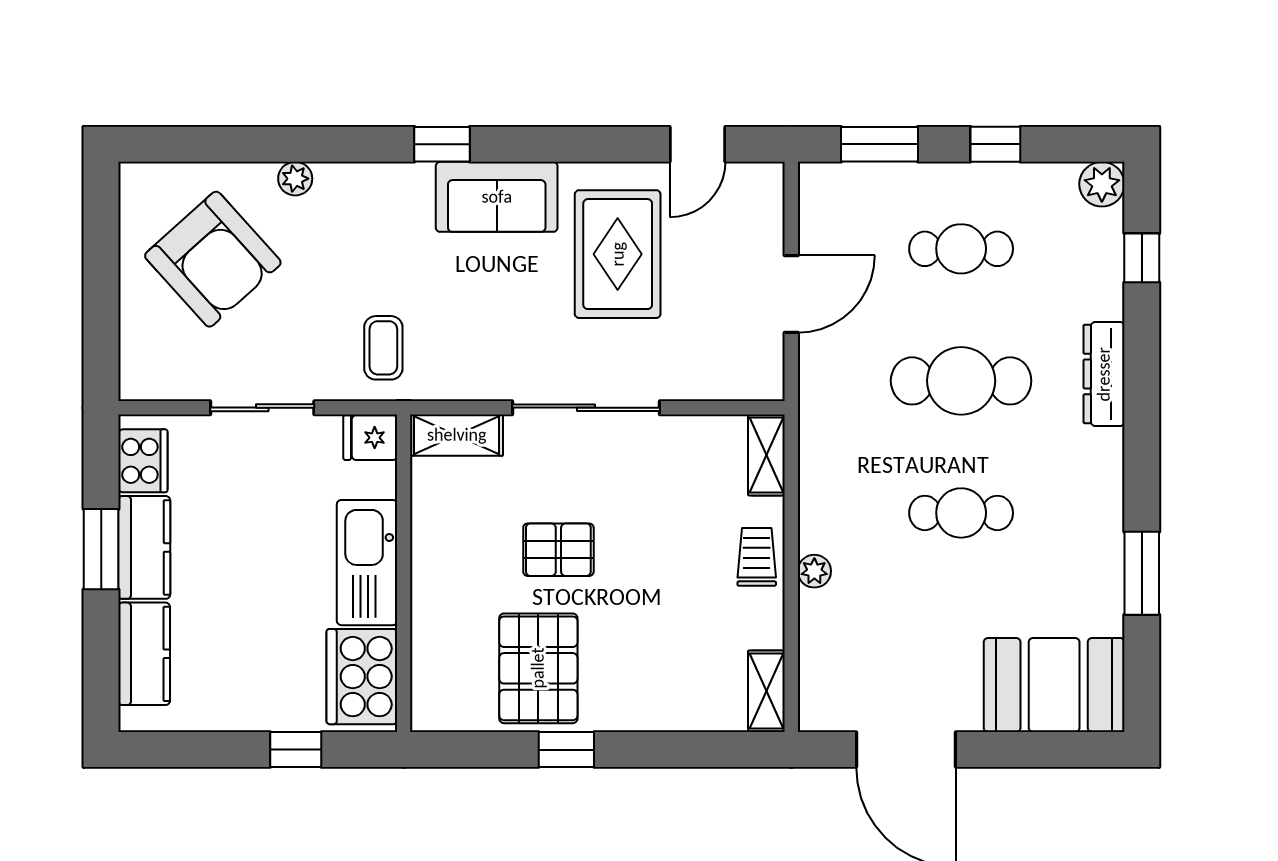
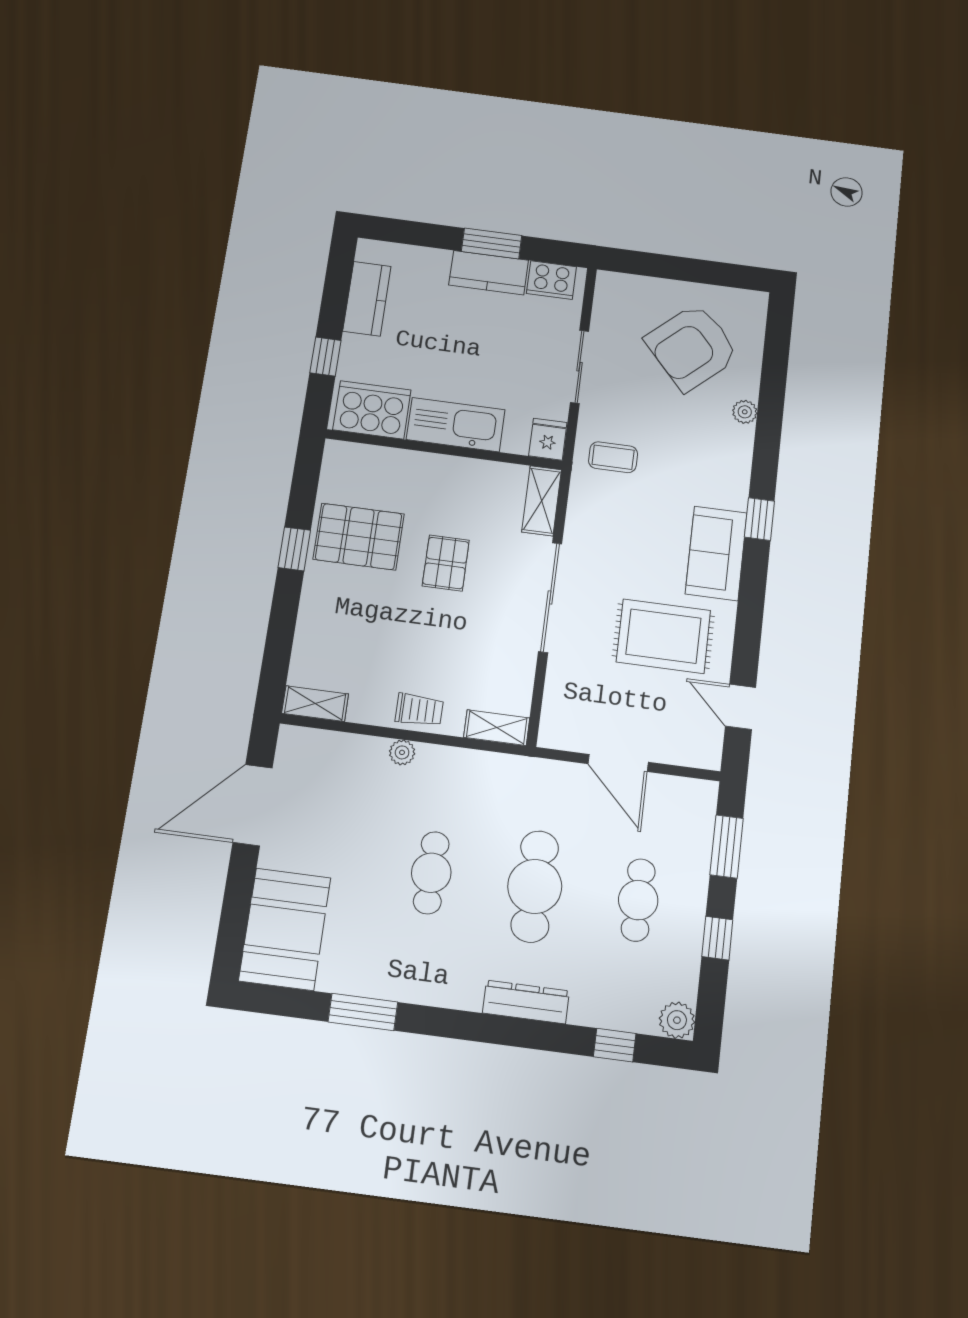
kitchen counter: (144, 654) -> (367, 299), moved, turned -90

